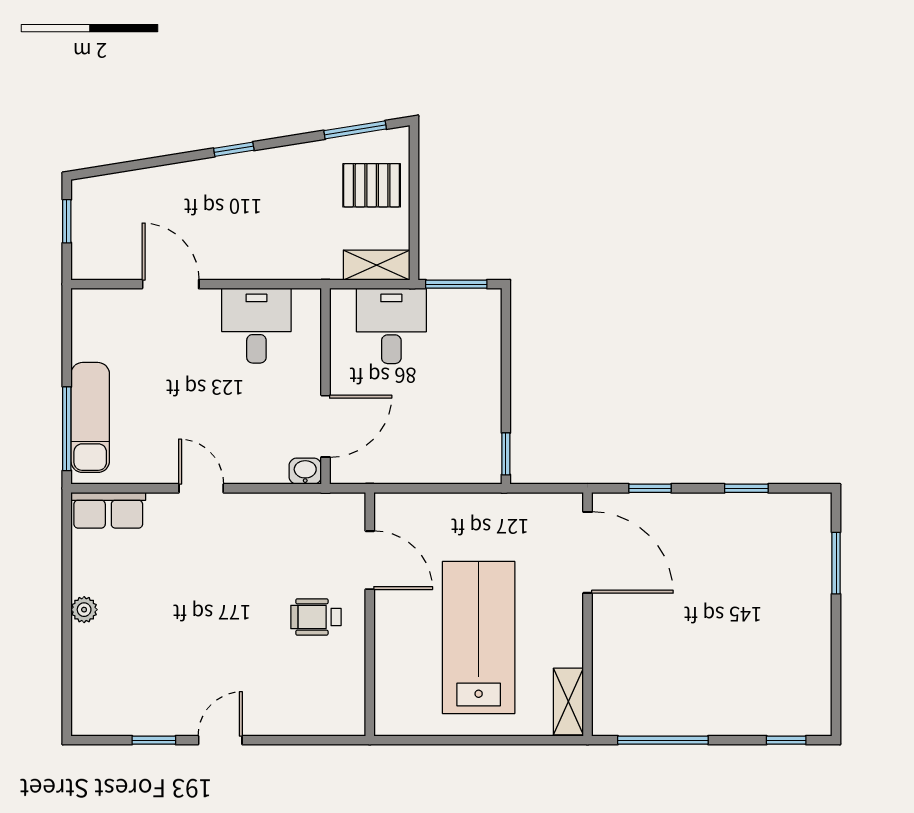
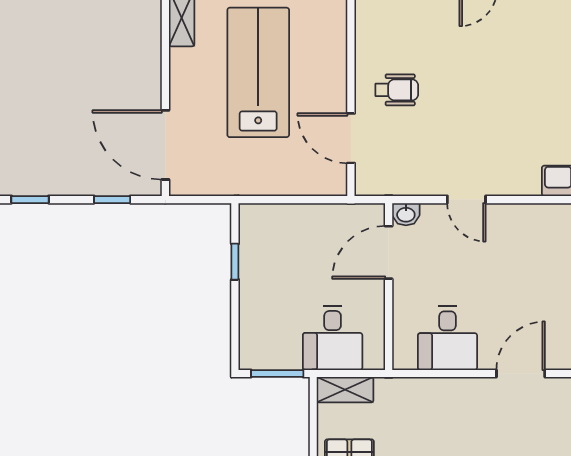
door: (171, 284) -> (521, 374), swing flipped
window: (506, 454) -> (235, 262), moved
door: (201, 488) -> (466, 200), moved
lab bench: (479, 637) -> (258, 72), turned 180

